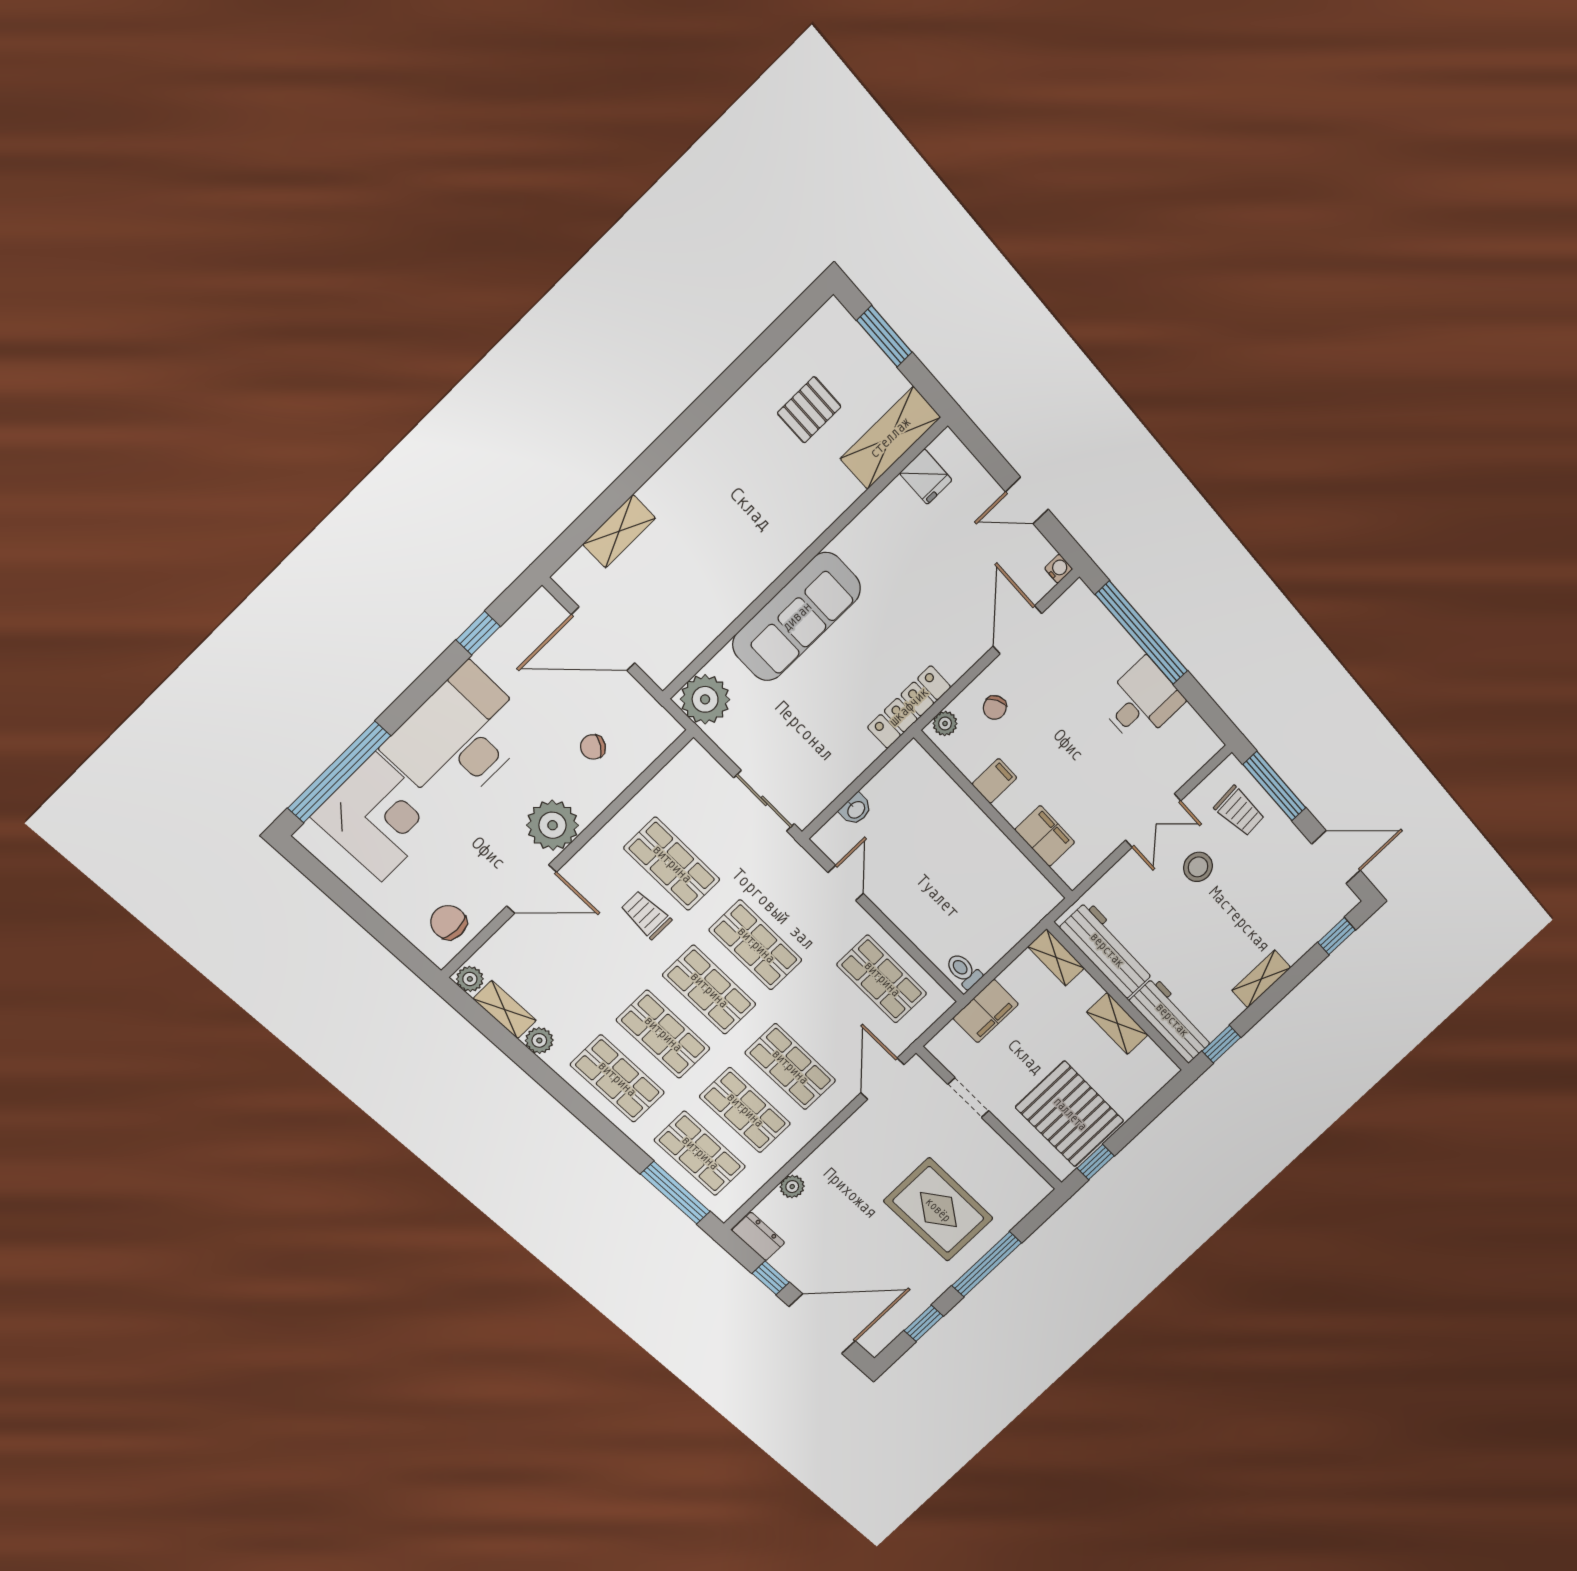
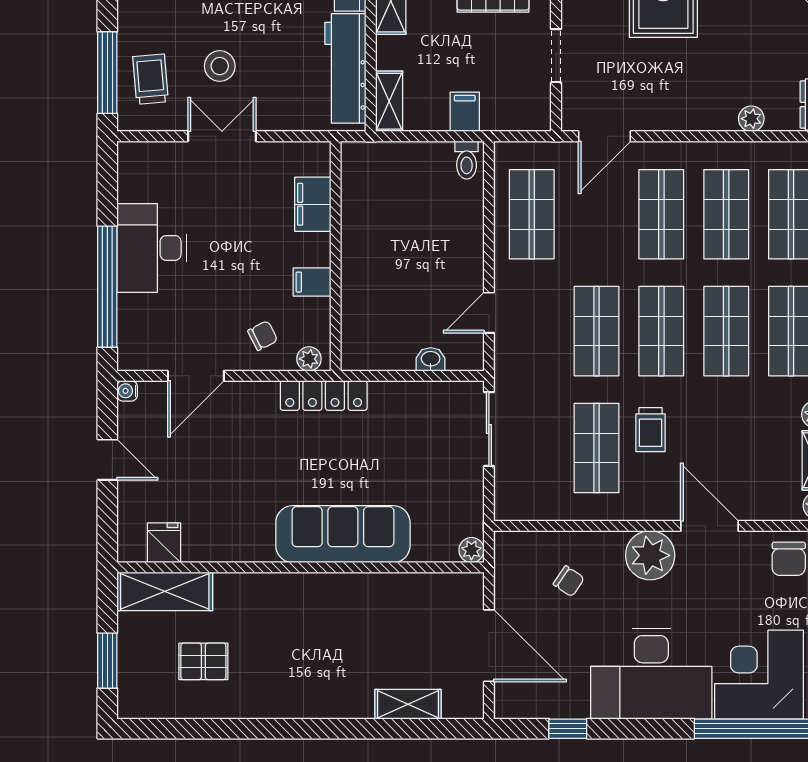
plant: (705, 699) -> (471, 550), width x0.53, depth x0.53
desk: (1141, 702) -> (152, 248), width x1.37
filing cabinet: (986, 1011) -> (465, 112), width x0.50

